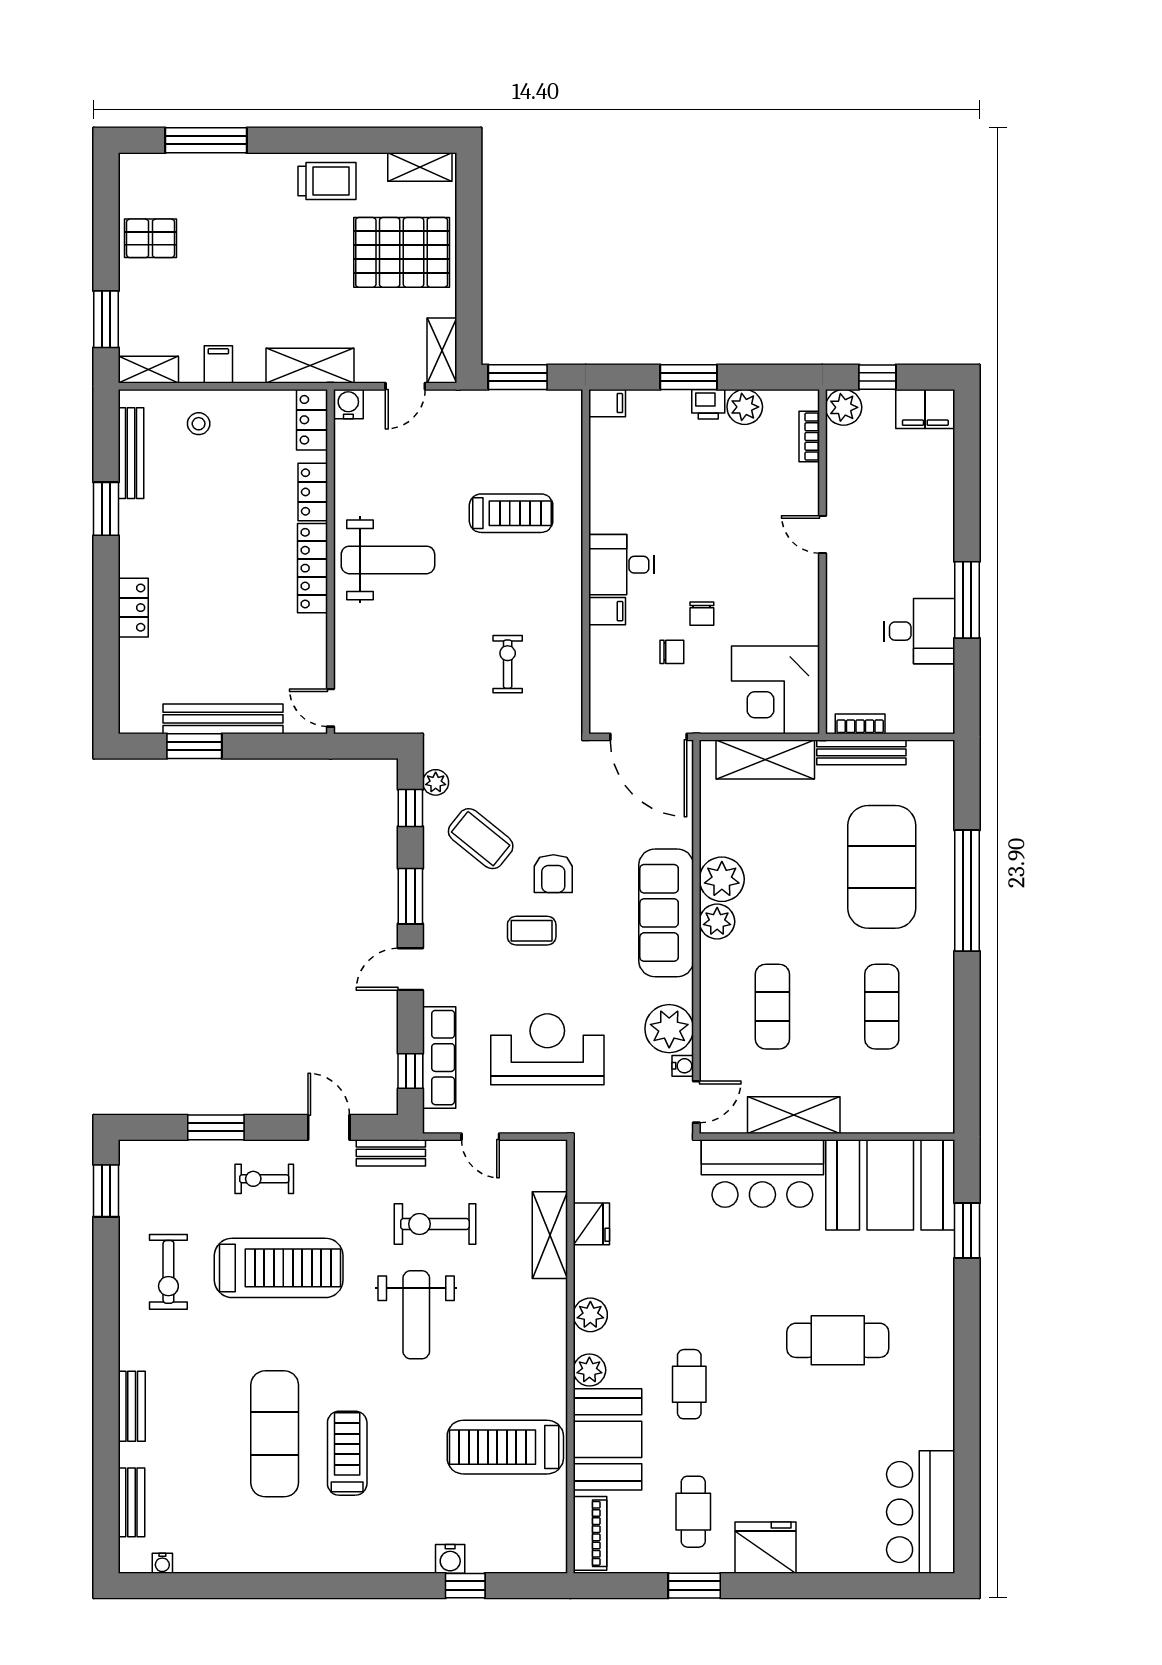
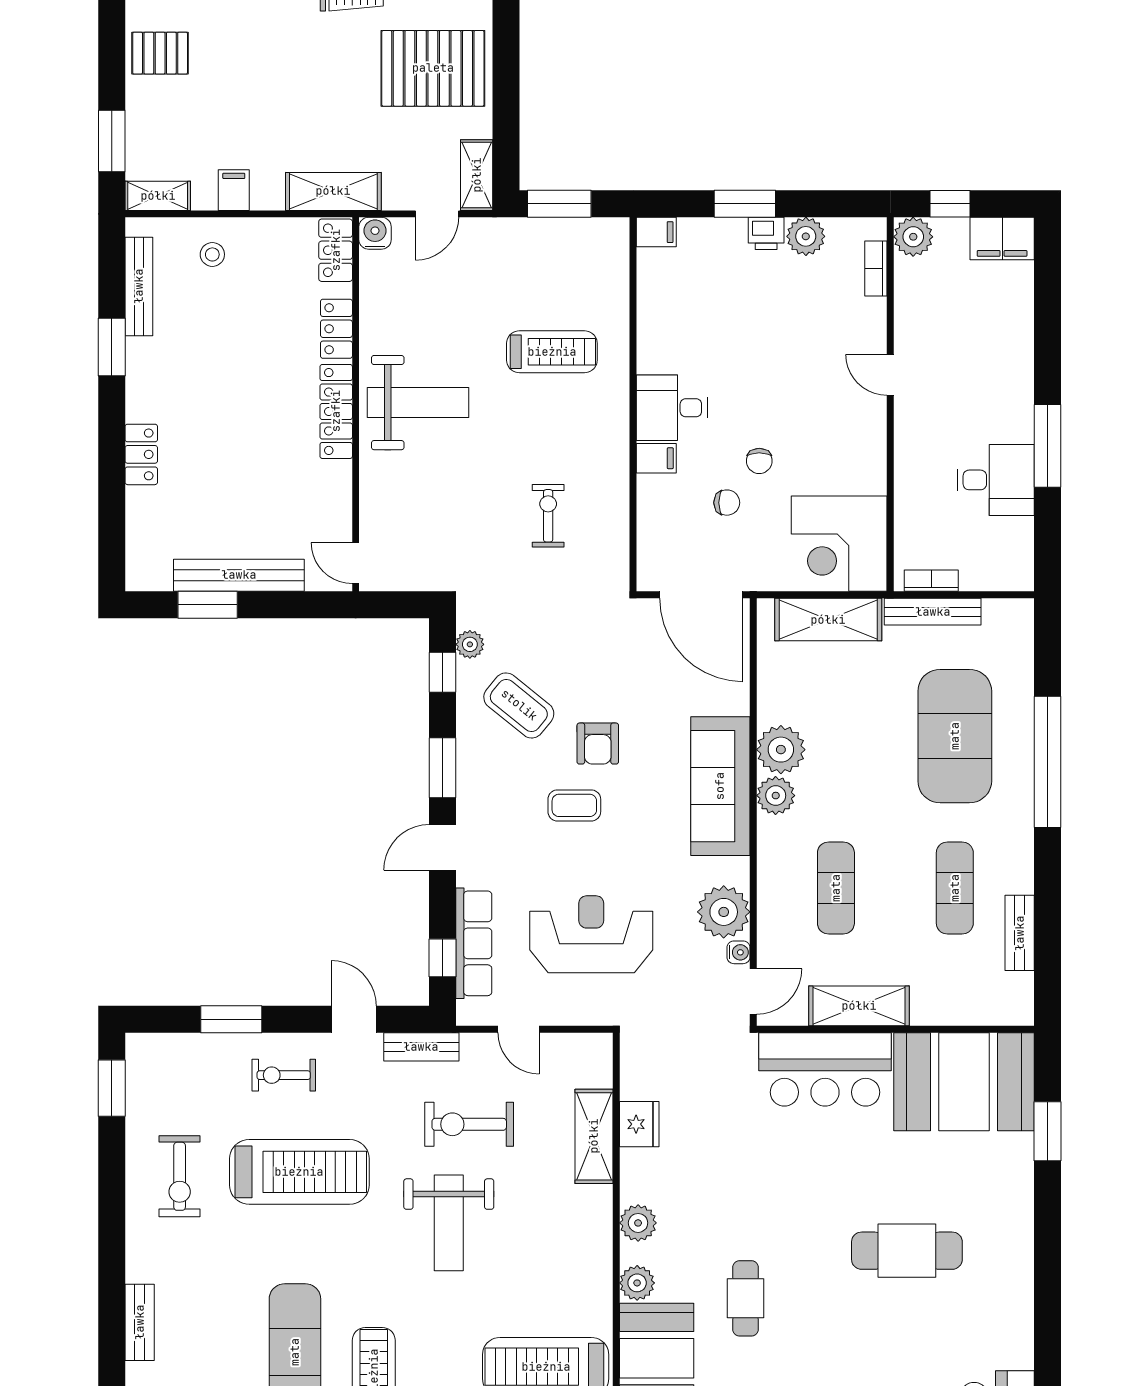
bench: (941, 1048) -> (1020, 933), added

